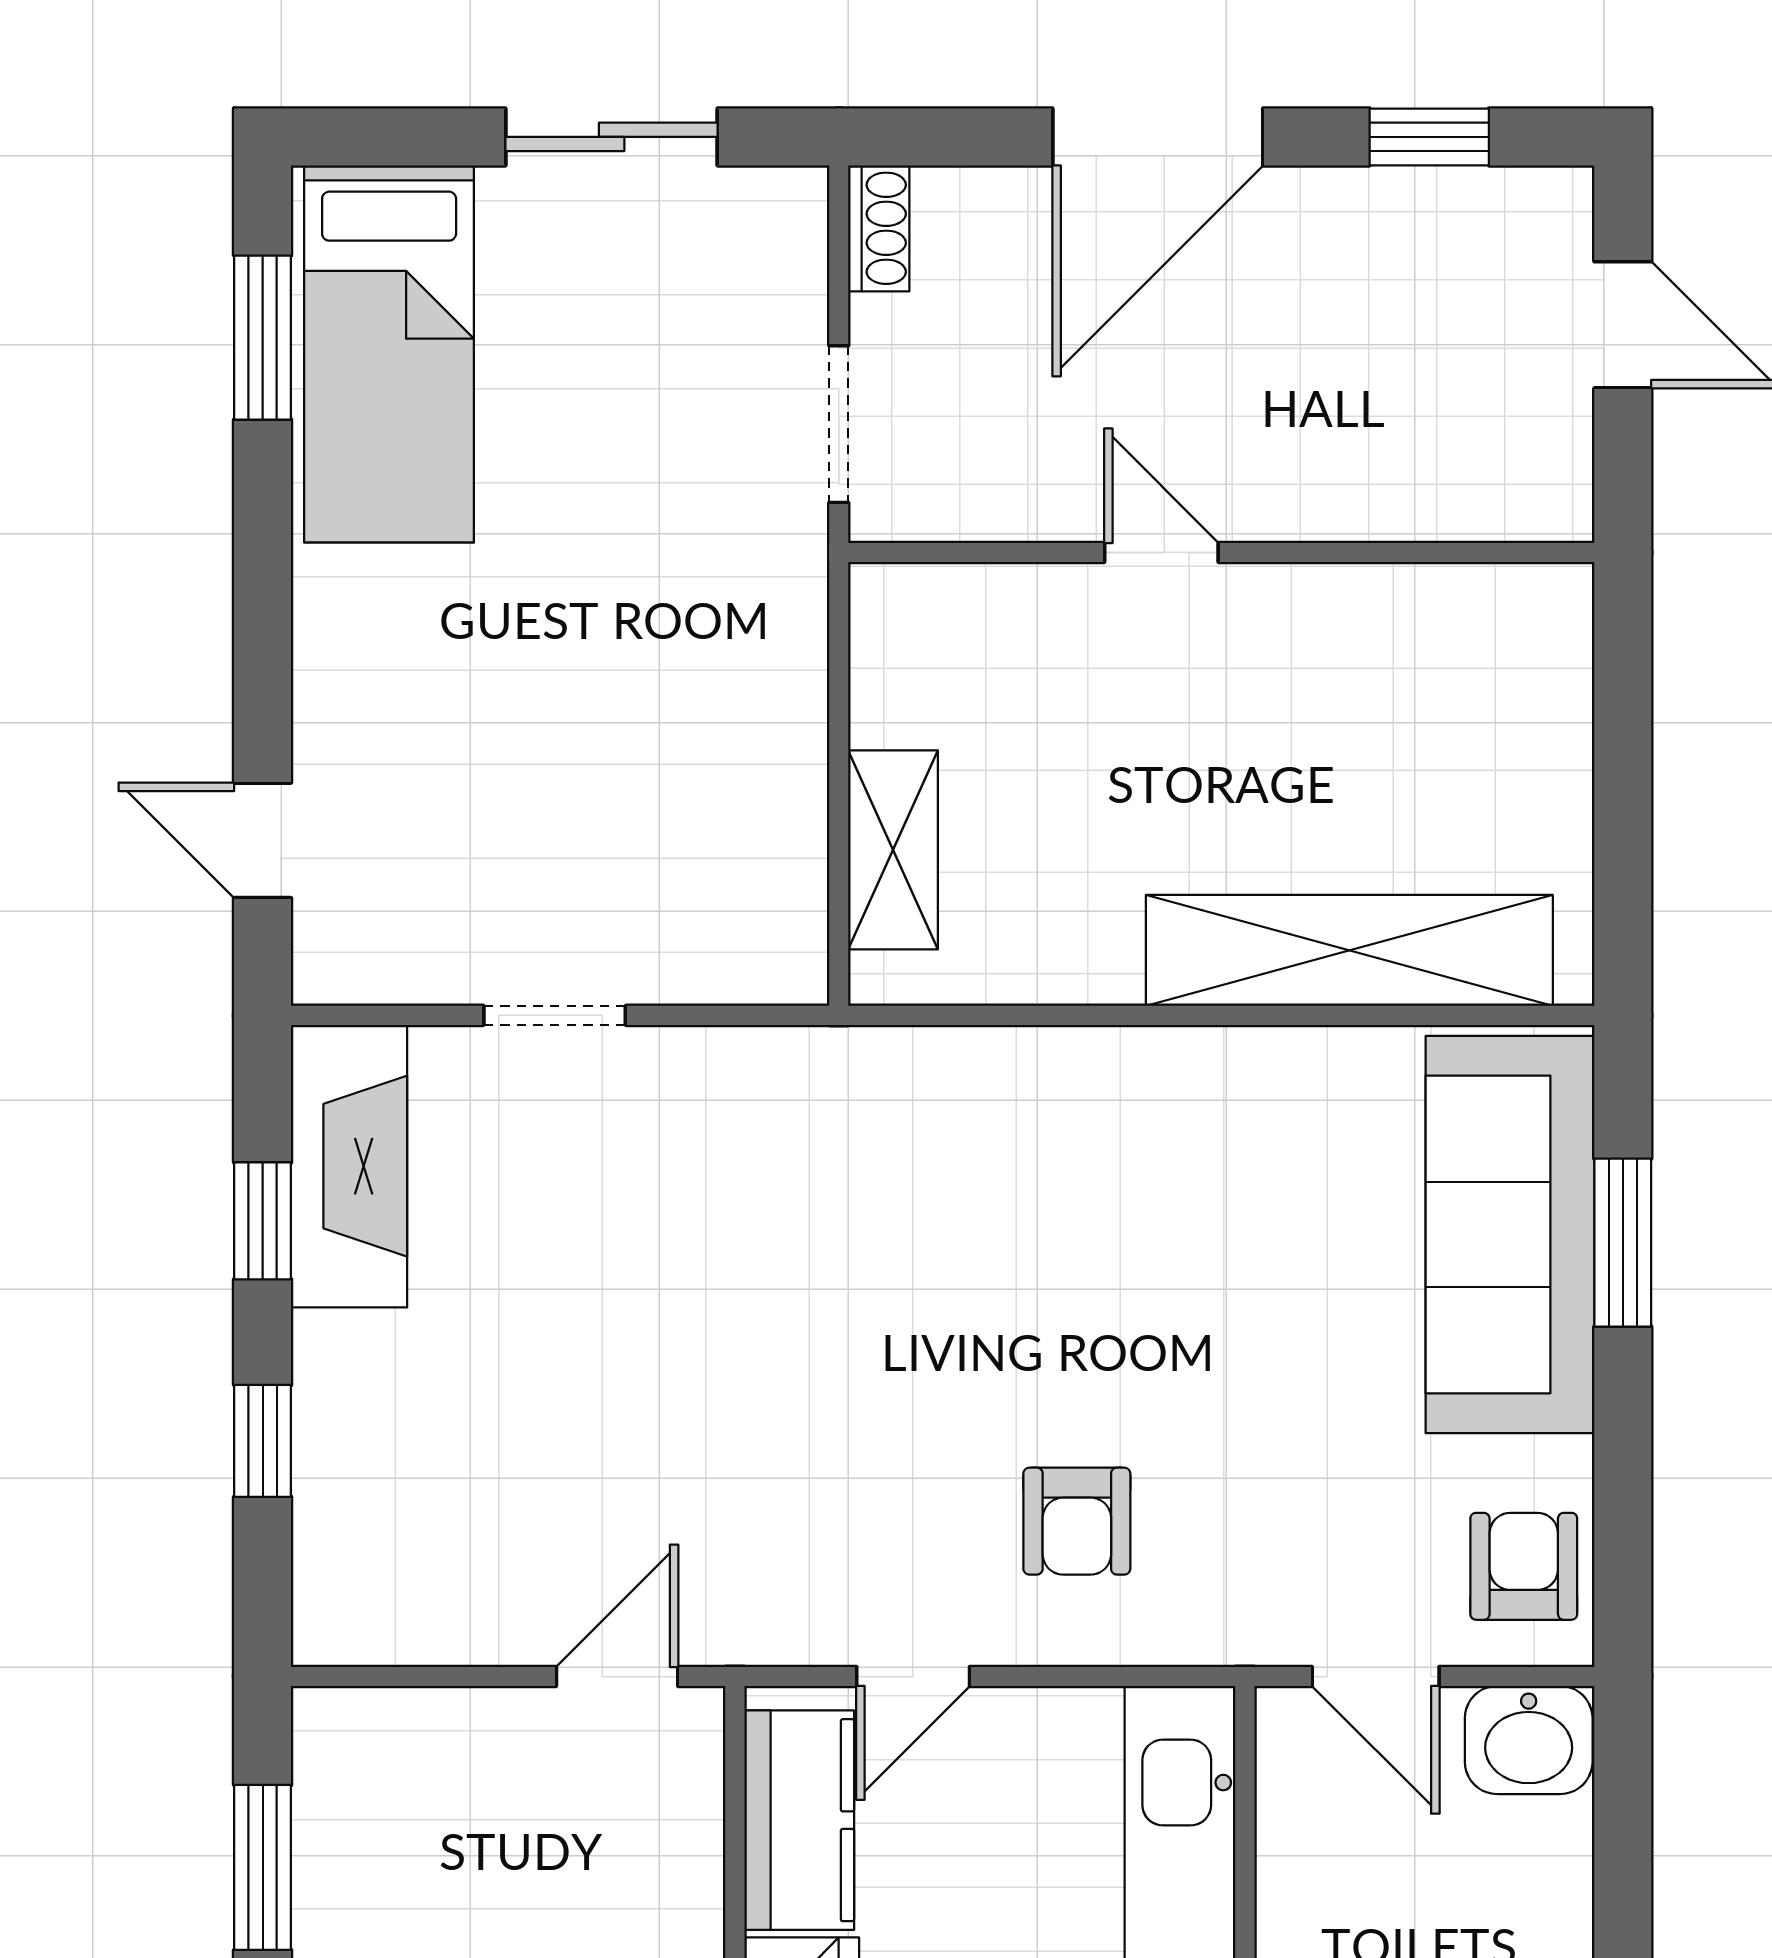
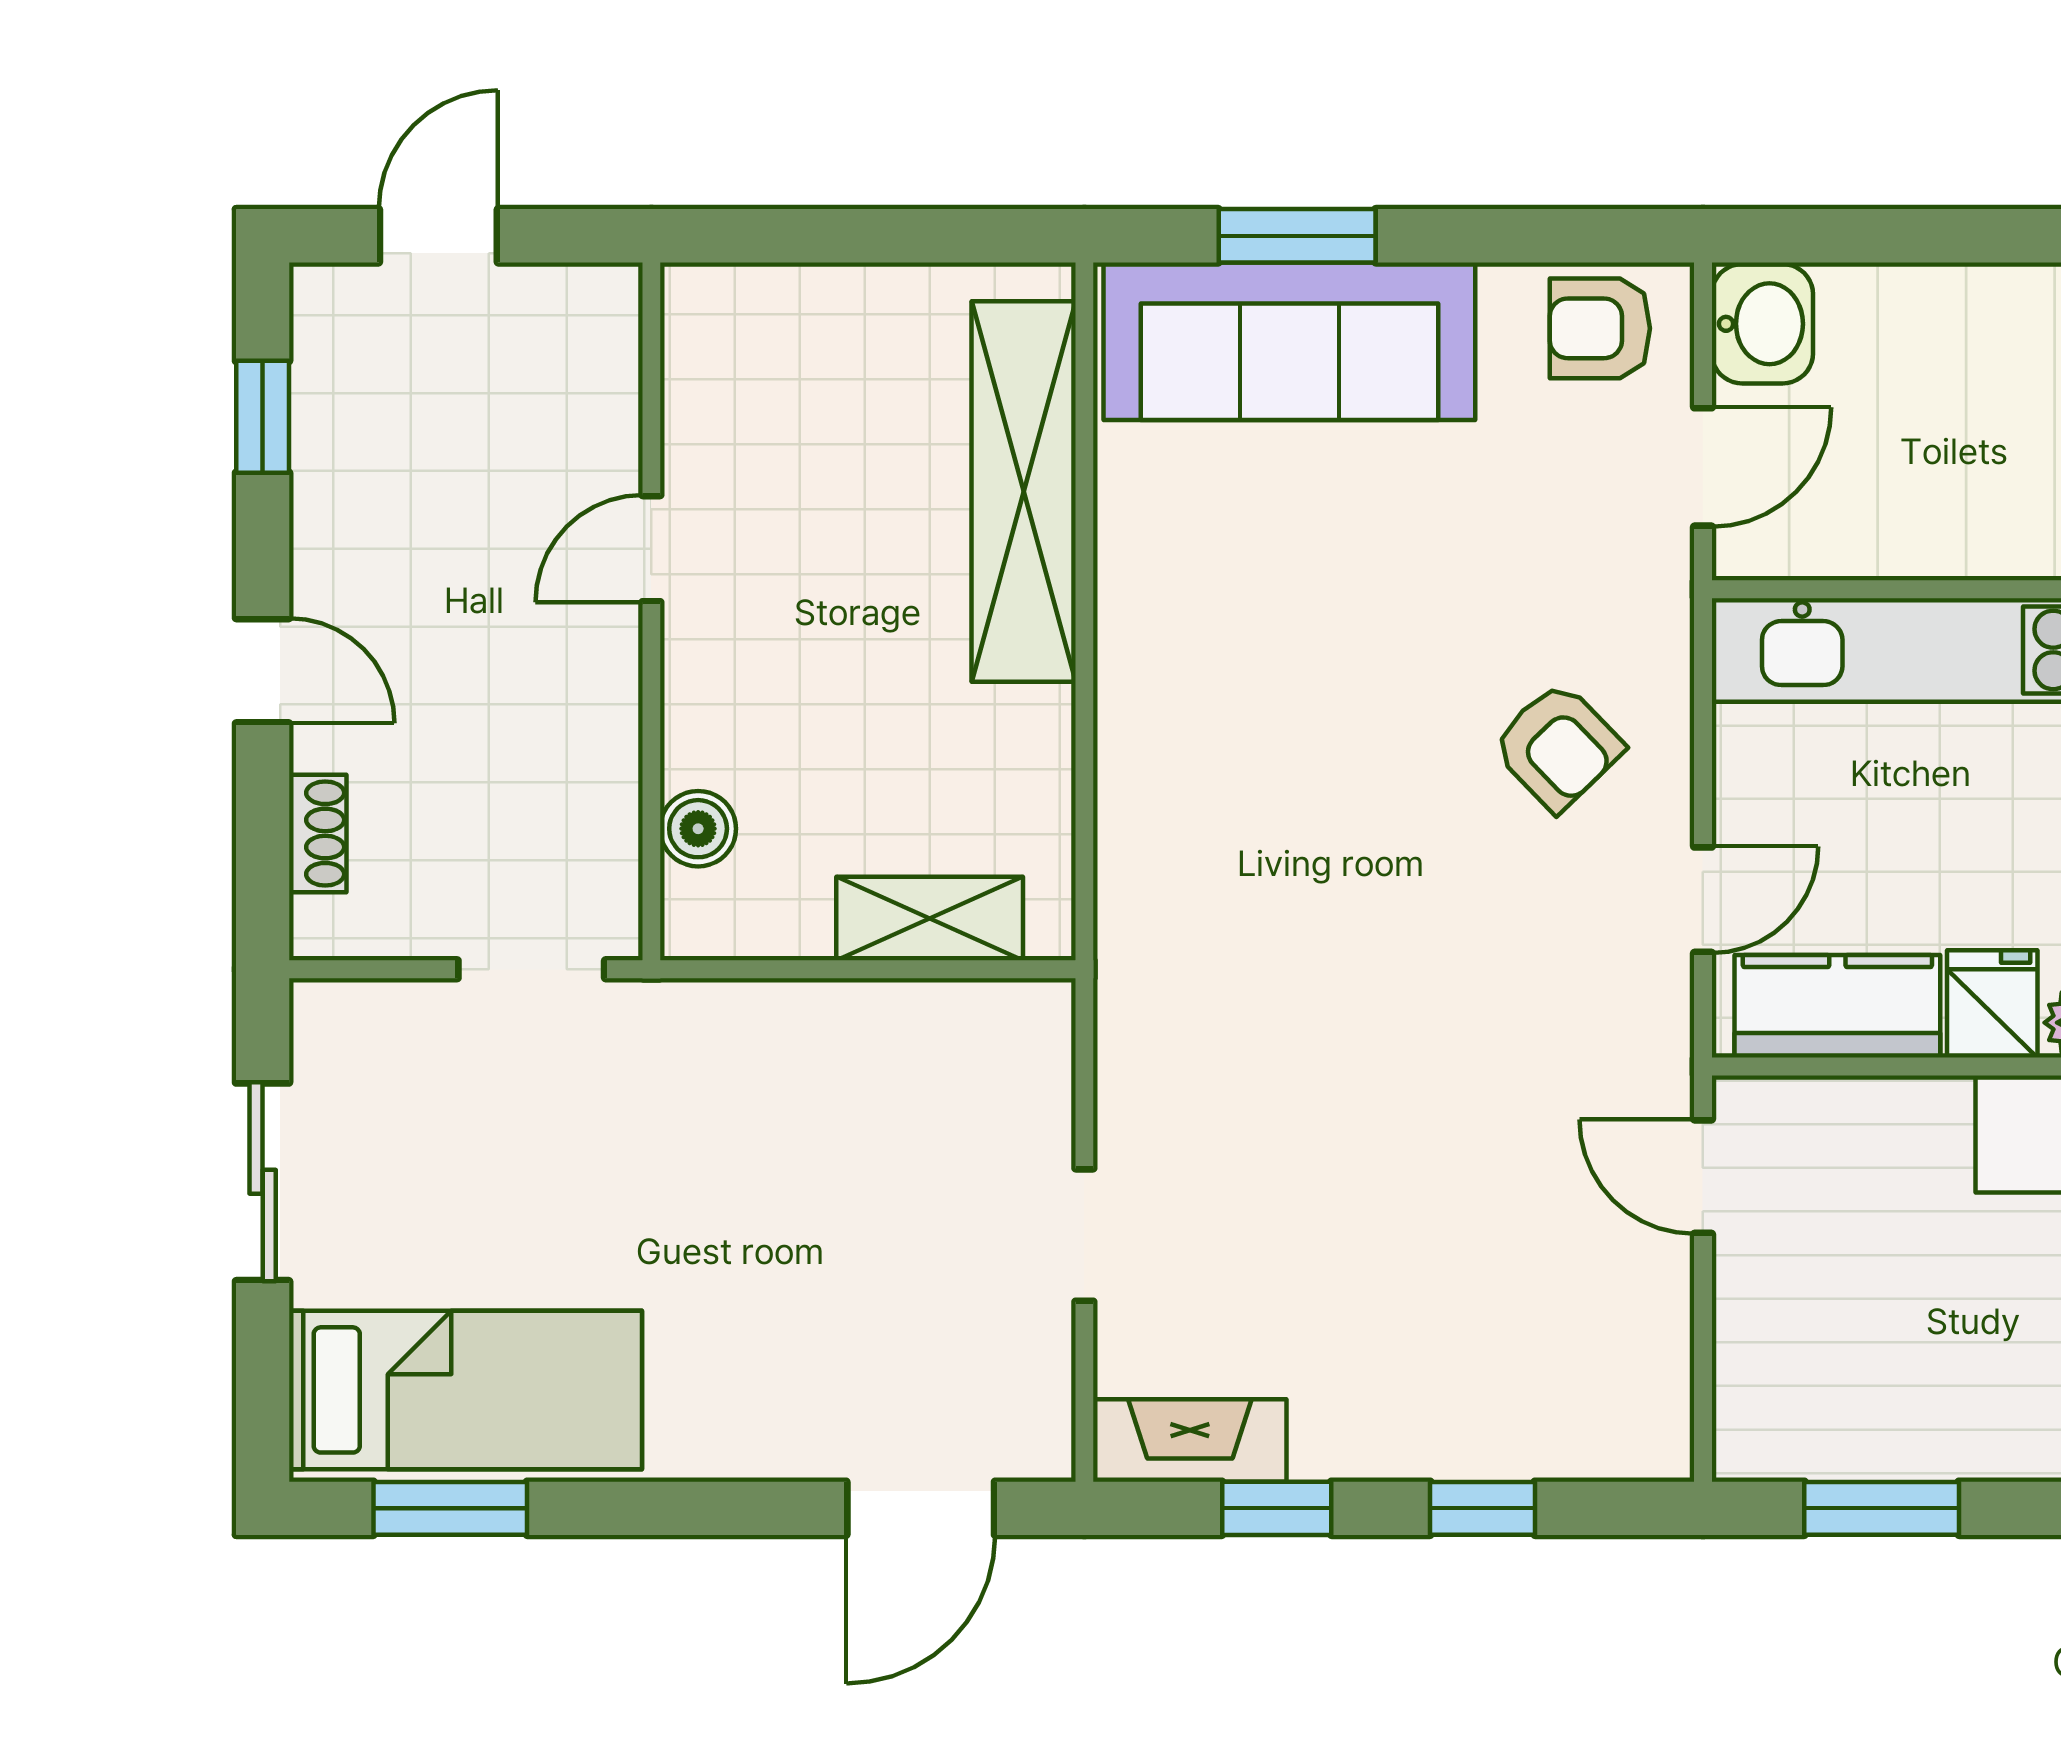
door: (1158, 137) -> (263, 671), width x0.53
shoe rack: (879, 228) -> (318, 833), moved, turned 90
door: (1161, 553) -> (651, 549), moved
boiler: (989, 602) -> (698, 829), added
door: (263, 840) -> (921, 1508), width x1.38
fireplace: (349, 1166) -> (1190, 1441), width x0.73, depth x0.76
armchair: (1077, 1521) -> (1558, 746), turned 46
door: (913, 1677) -> (1703, 900), hinge flipped

